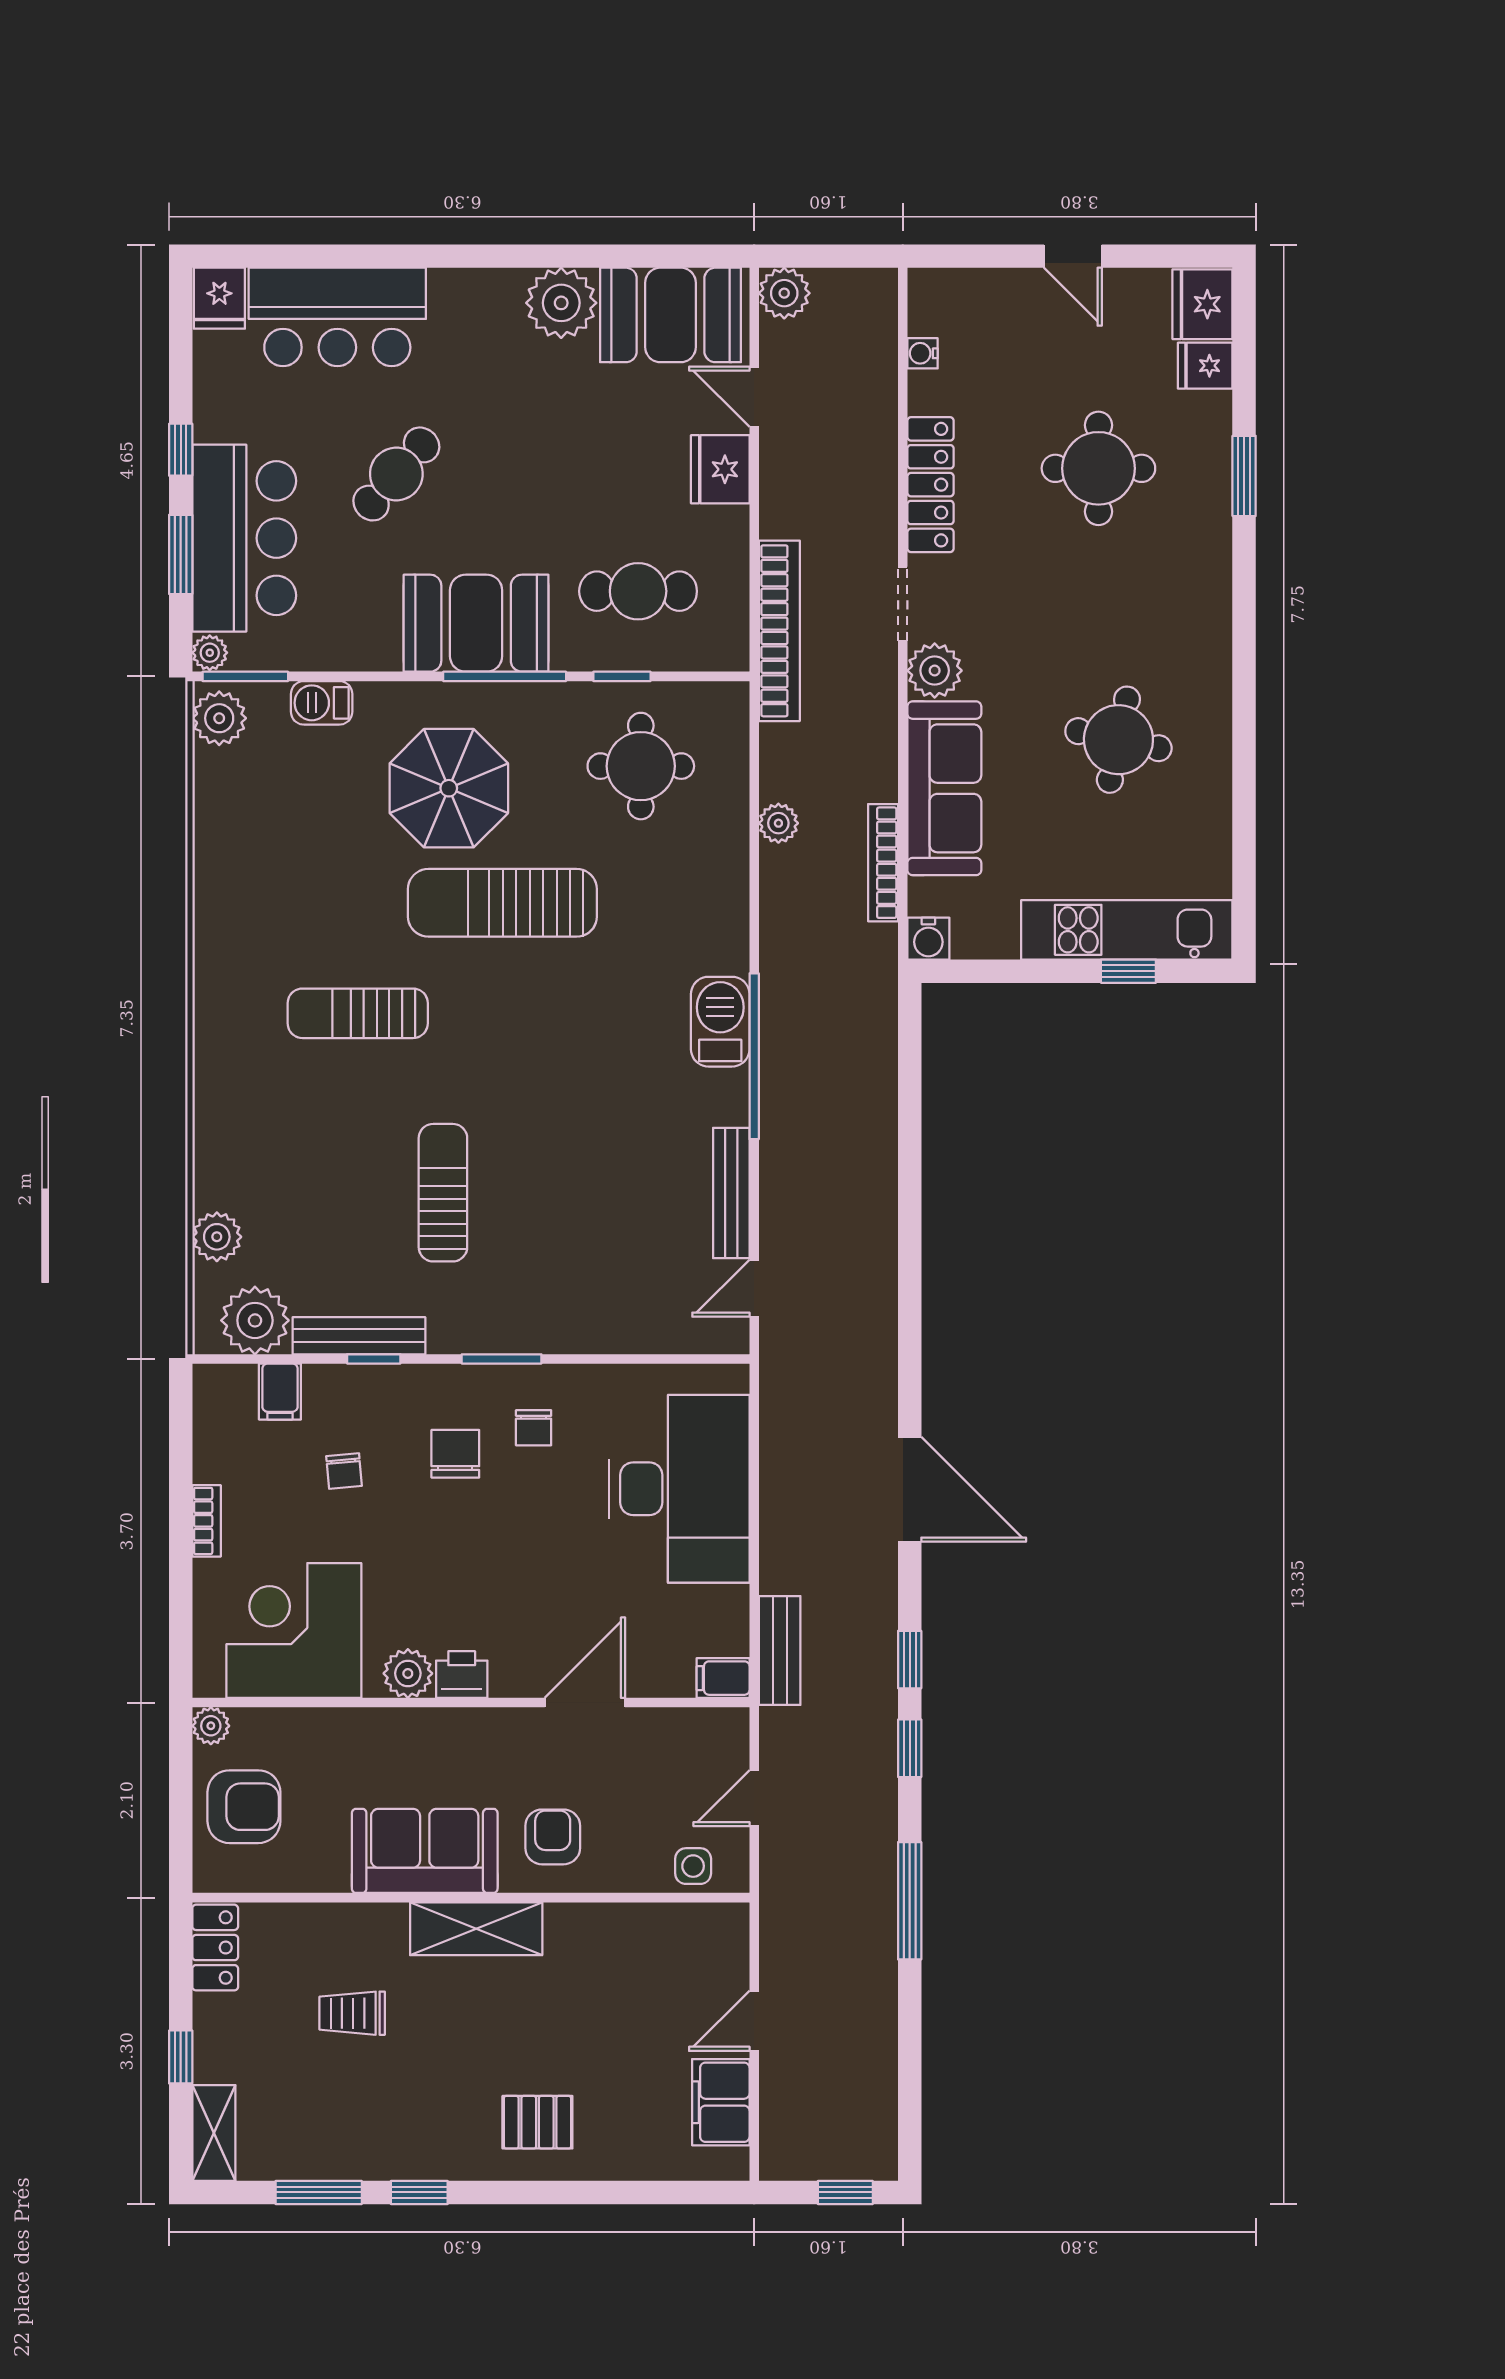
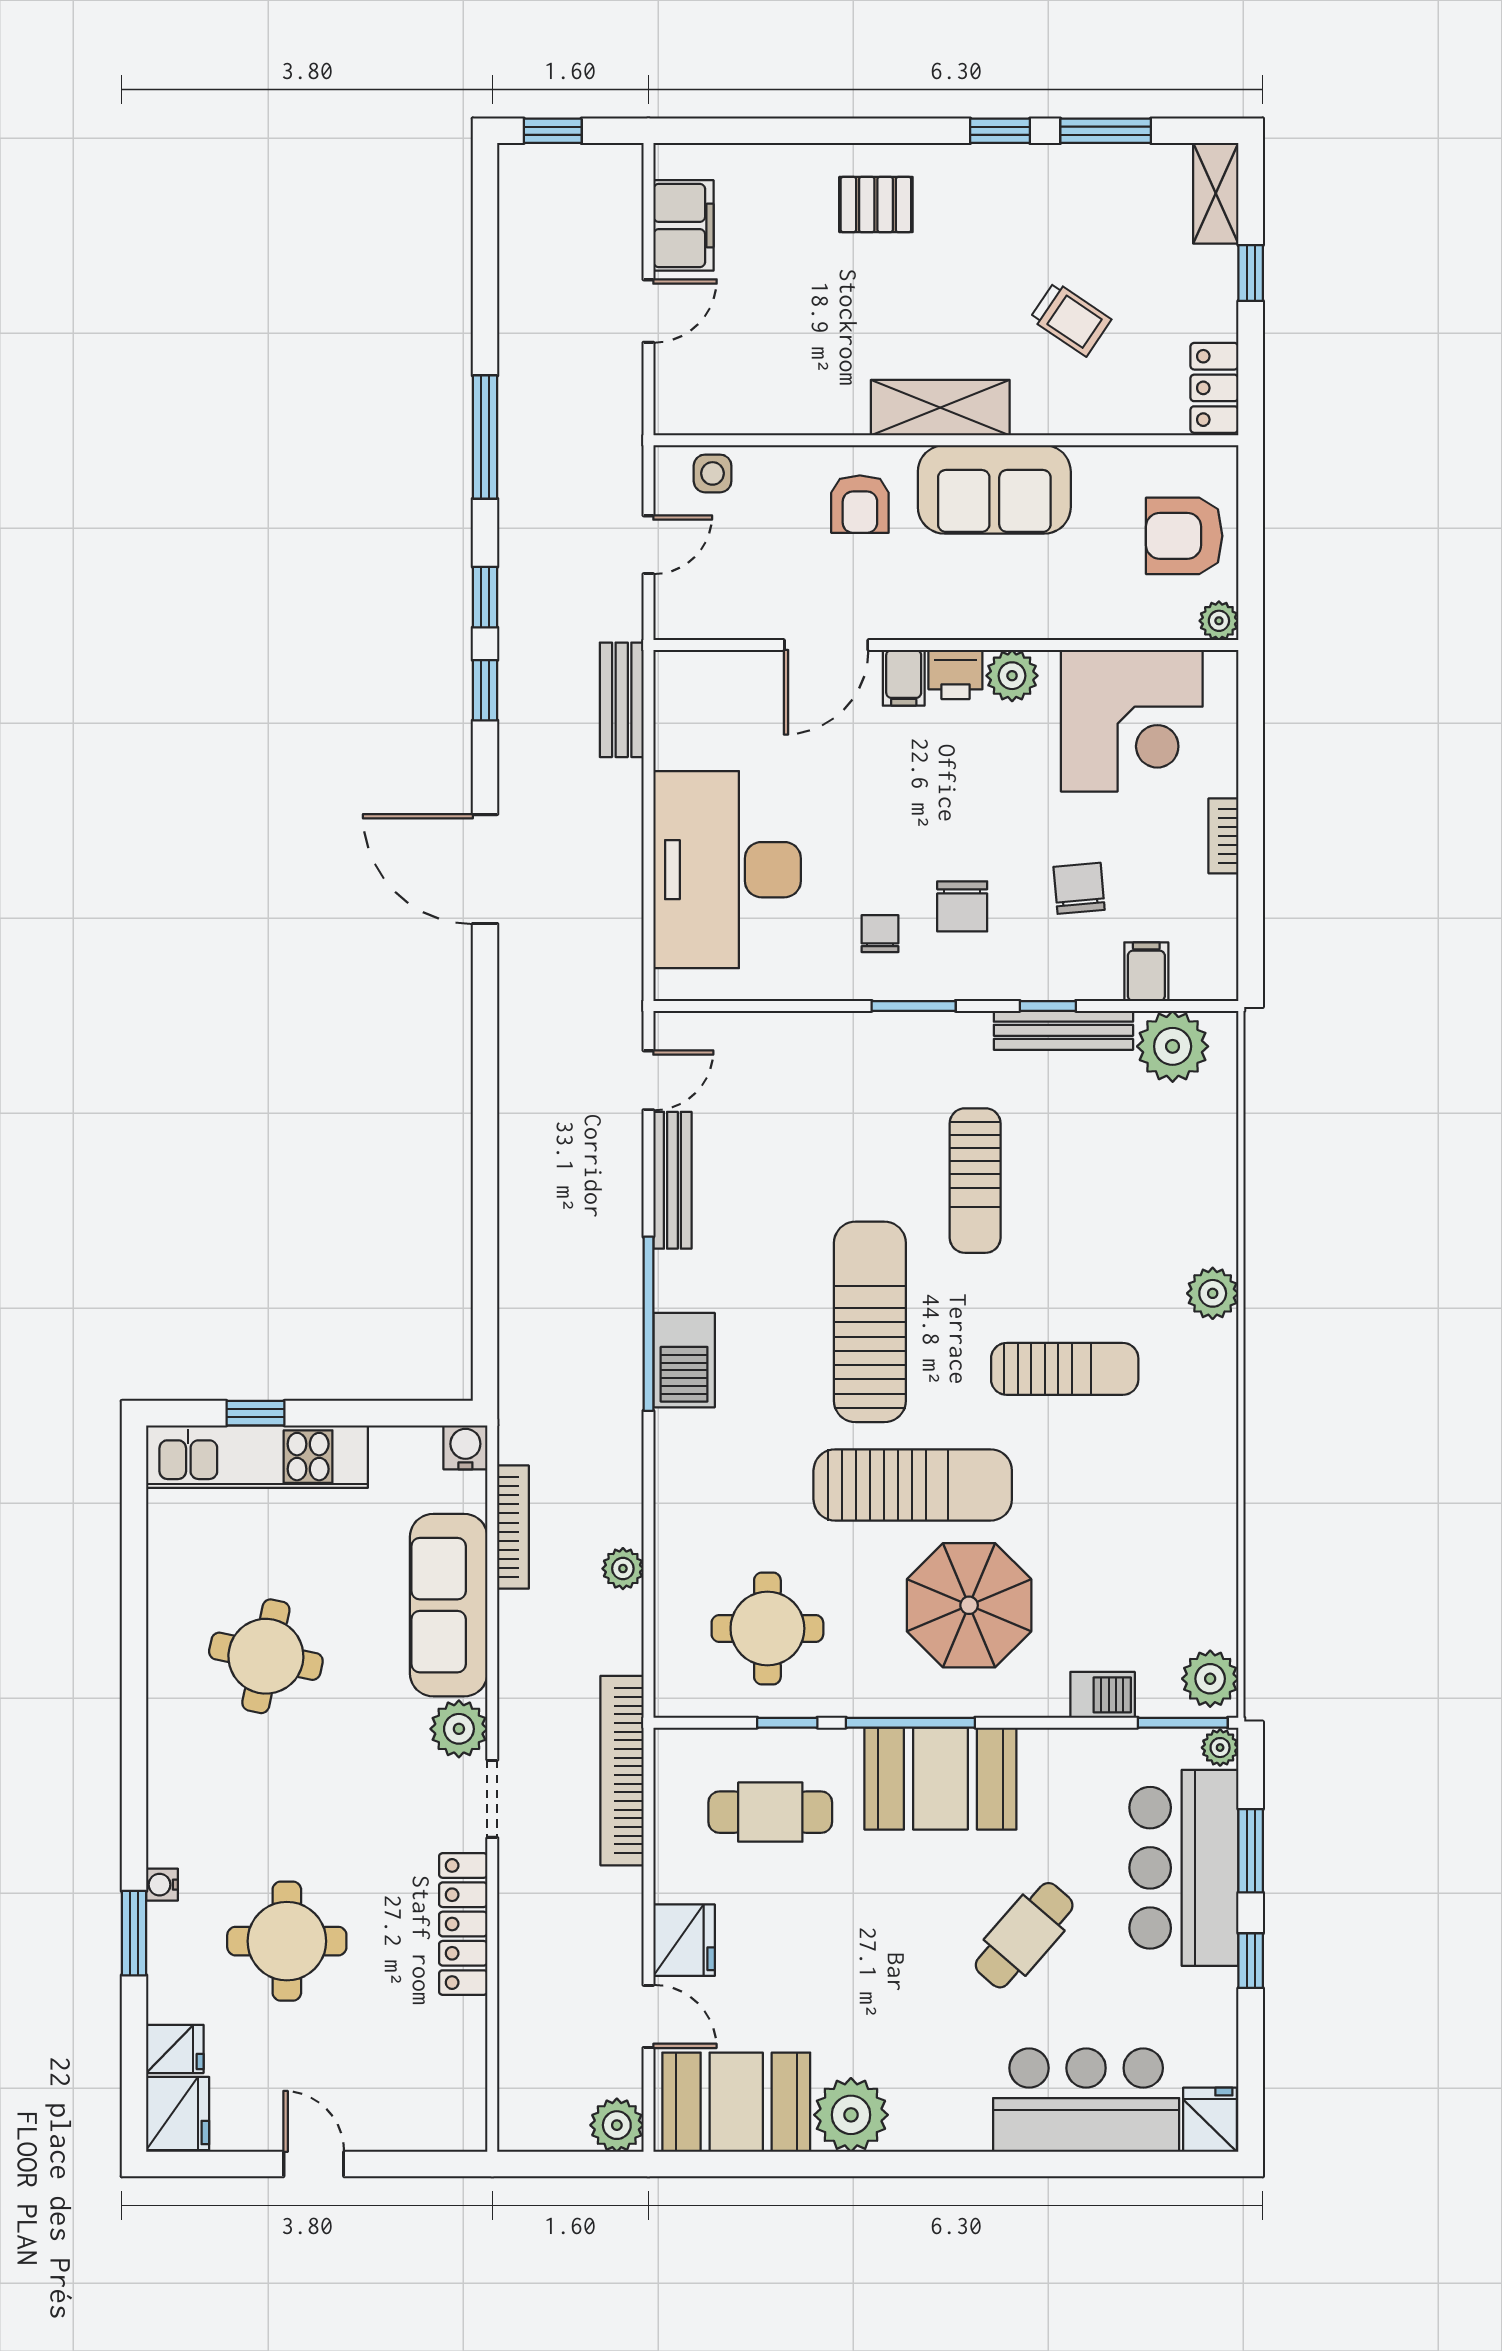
water cooler: (923, 353) -> (162, 1885), moved, turned 180
sun lounger: (543, 1058) -> (870, 1322), added
plant: (217, 1237) -> (1213, 1293), moved
chair: (344, 1471) -> (1079, 888), width x1.37, depth x1.37
filing cabinet: (723, 1678) -> (904, 678), moved, turned 90
trolley: (352, 2013) -> (1071, 319), turned 34

